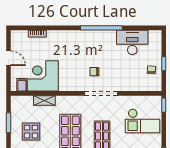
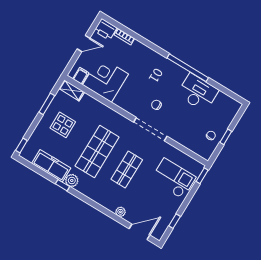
printer: (19, 37) -> (106, 29), added
desk: (132, 42) -> (198, 92), moved
door: (9, 58) -> (84, 43), hinge flipped
shelving: (44, 100) -> (72, 90), moved
checkout: (143, 121) -> (173, 178), turned 180

